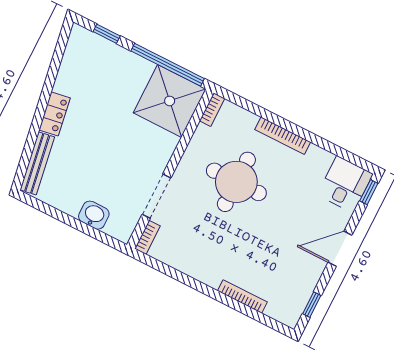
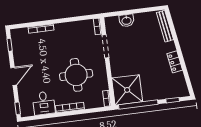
locker: (55, 114) -> (175, 62), moved
desk: (345, 184) -> (44, 103), moved

